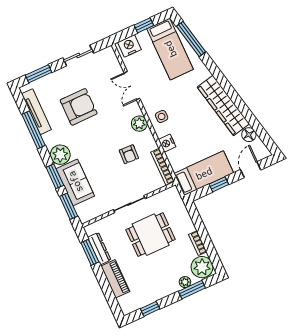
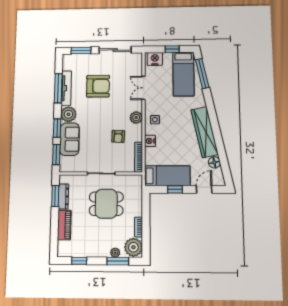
sliding door: (78, 56) -> (115, 50), width x1.37
tv unit: (36, 112) -> (66, 88), moved

